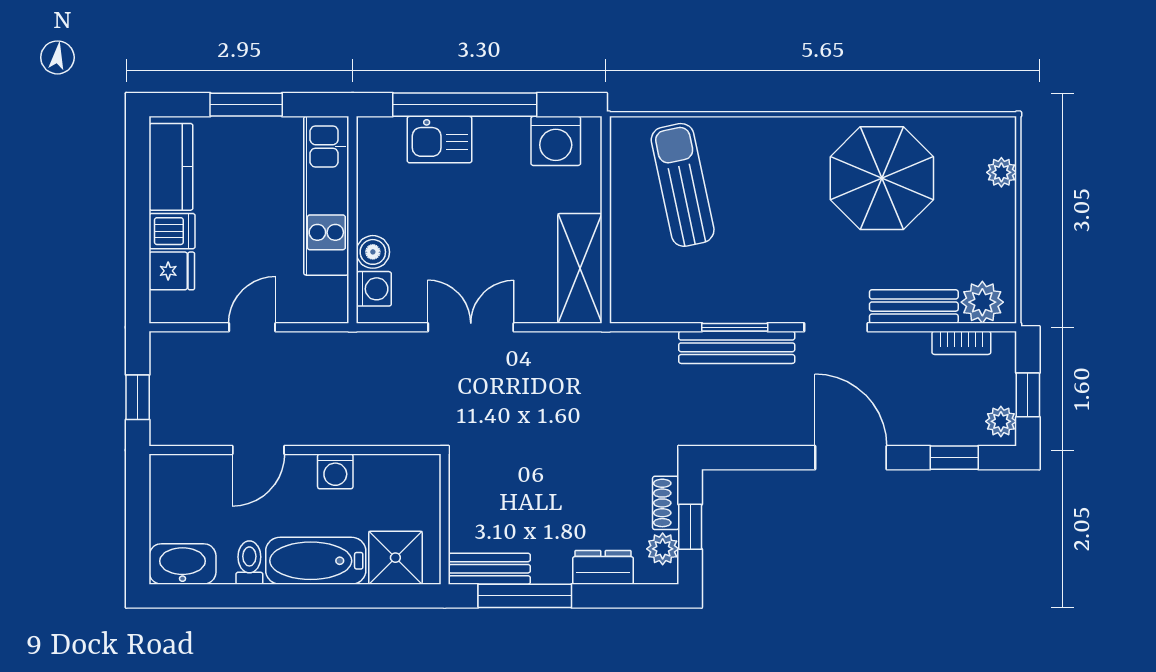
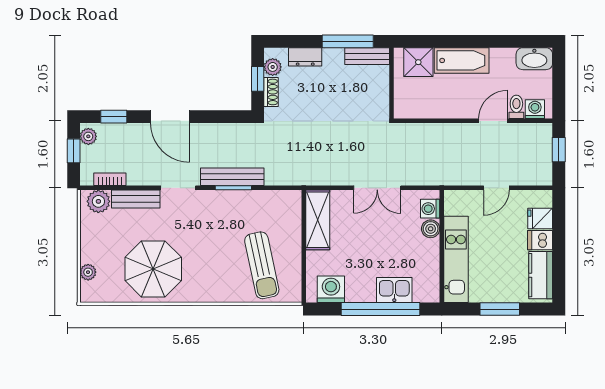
washing machine: (335, 471) -> (535, 109), moved
toilet: (249, 563) -> (516, 107), moved, turned 180

